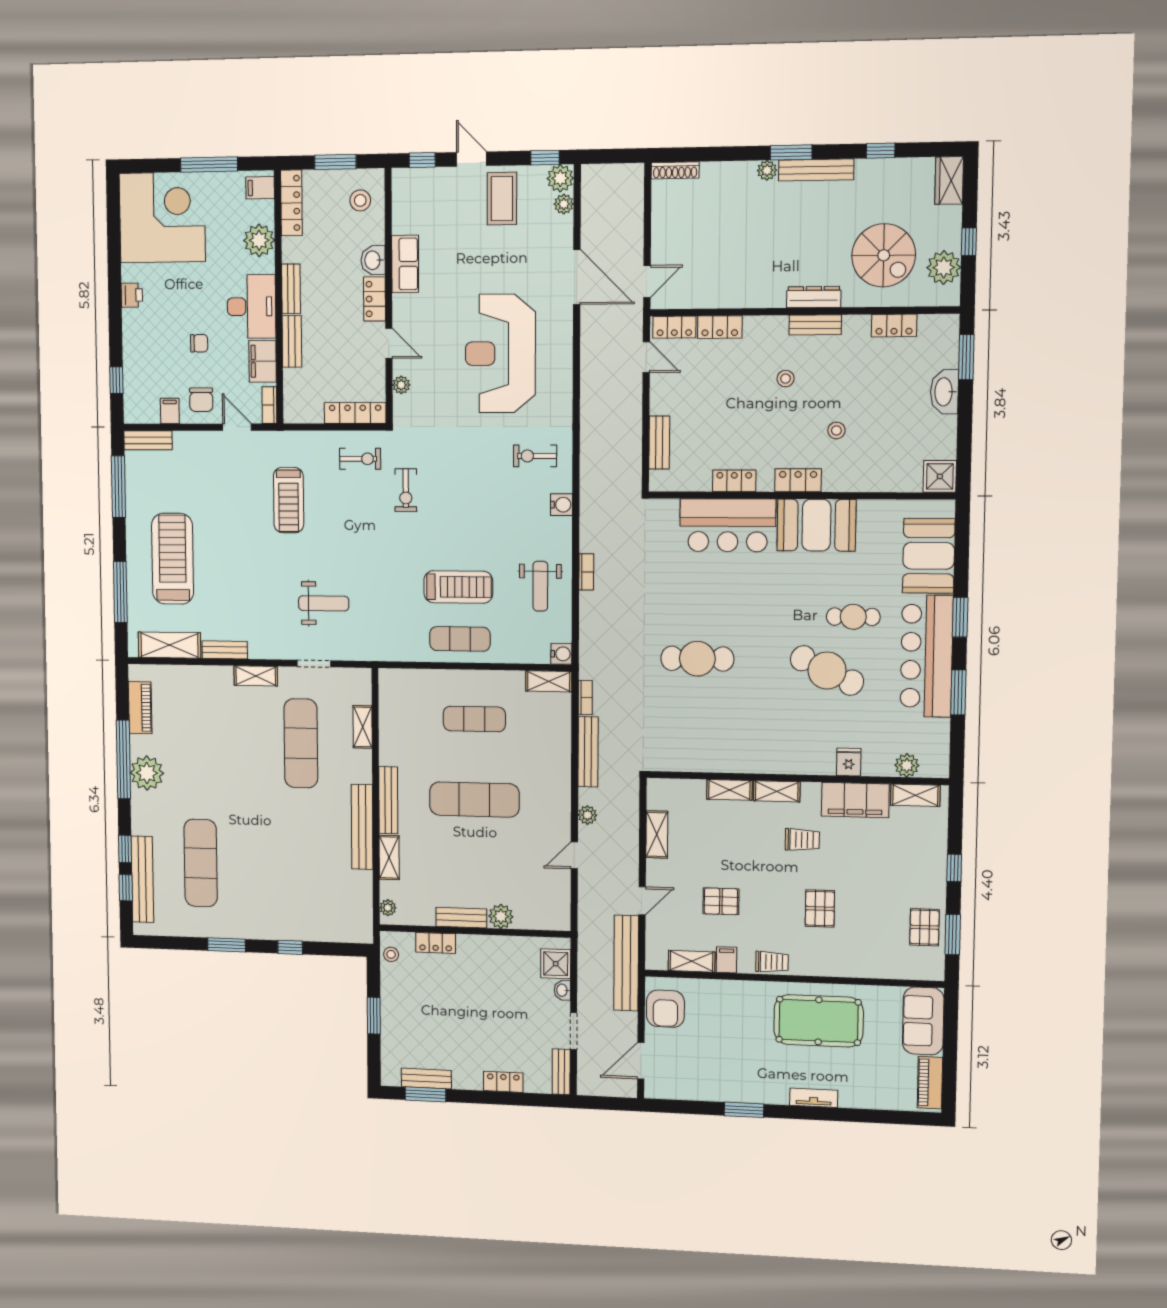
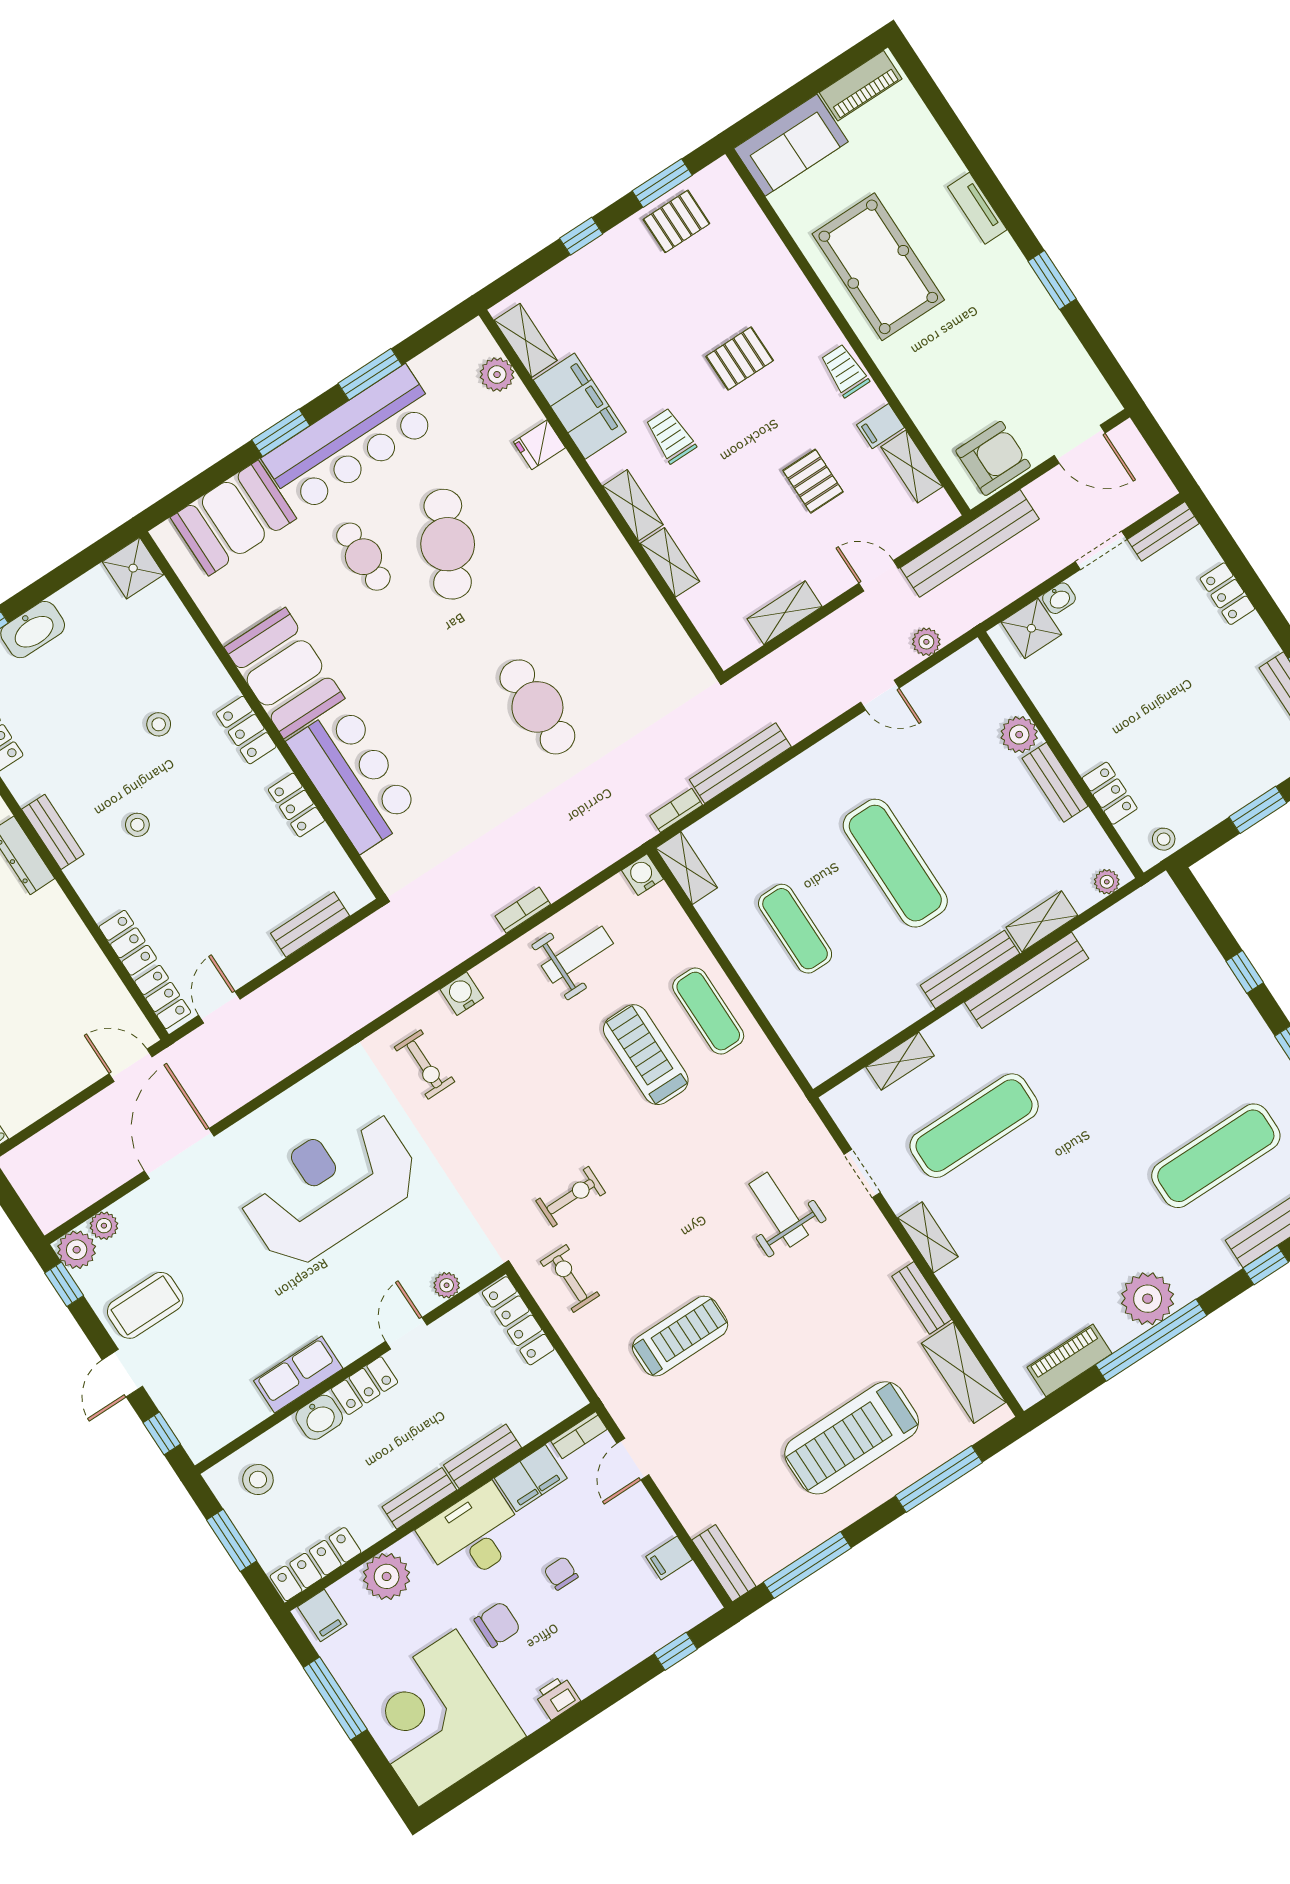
reception desk: (500, 353) -> (330, 1187), turned 180
chair: (201, 400) -> (497, 1624), moved
plant: (587, 815) -> (926, 642), moved

